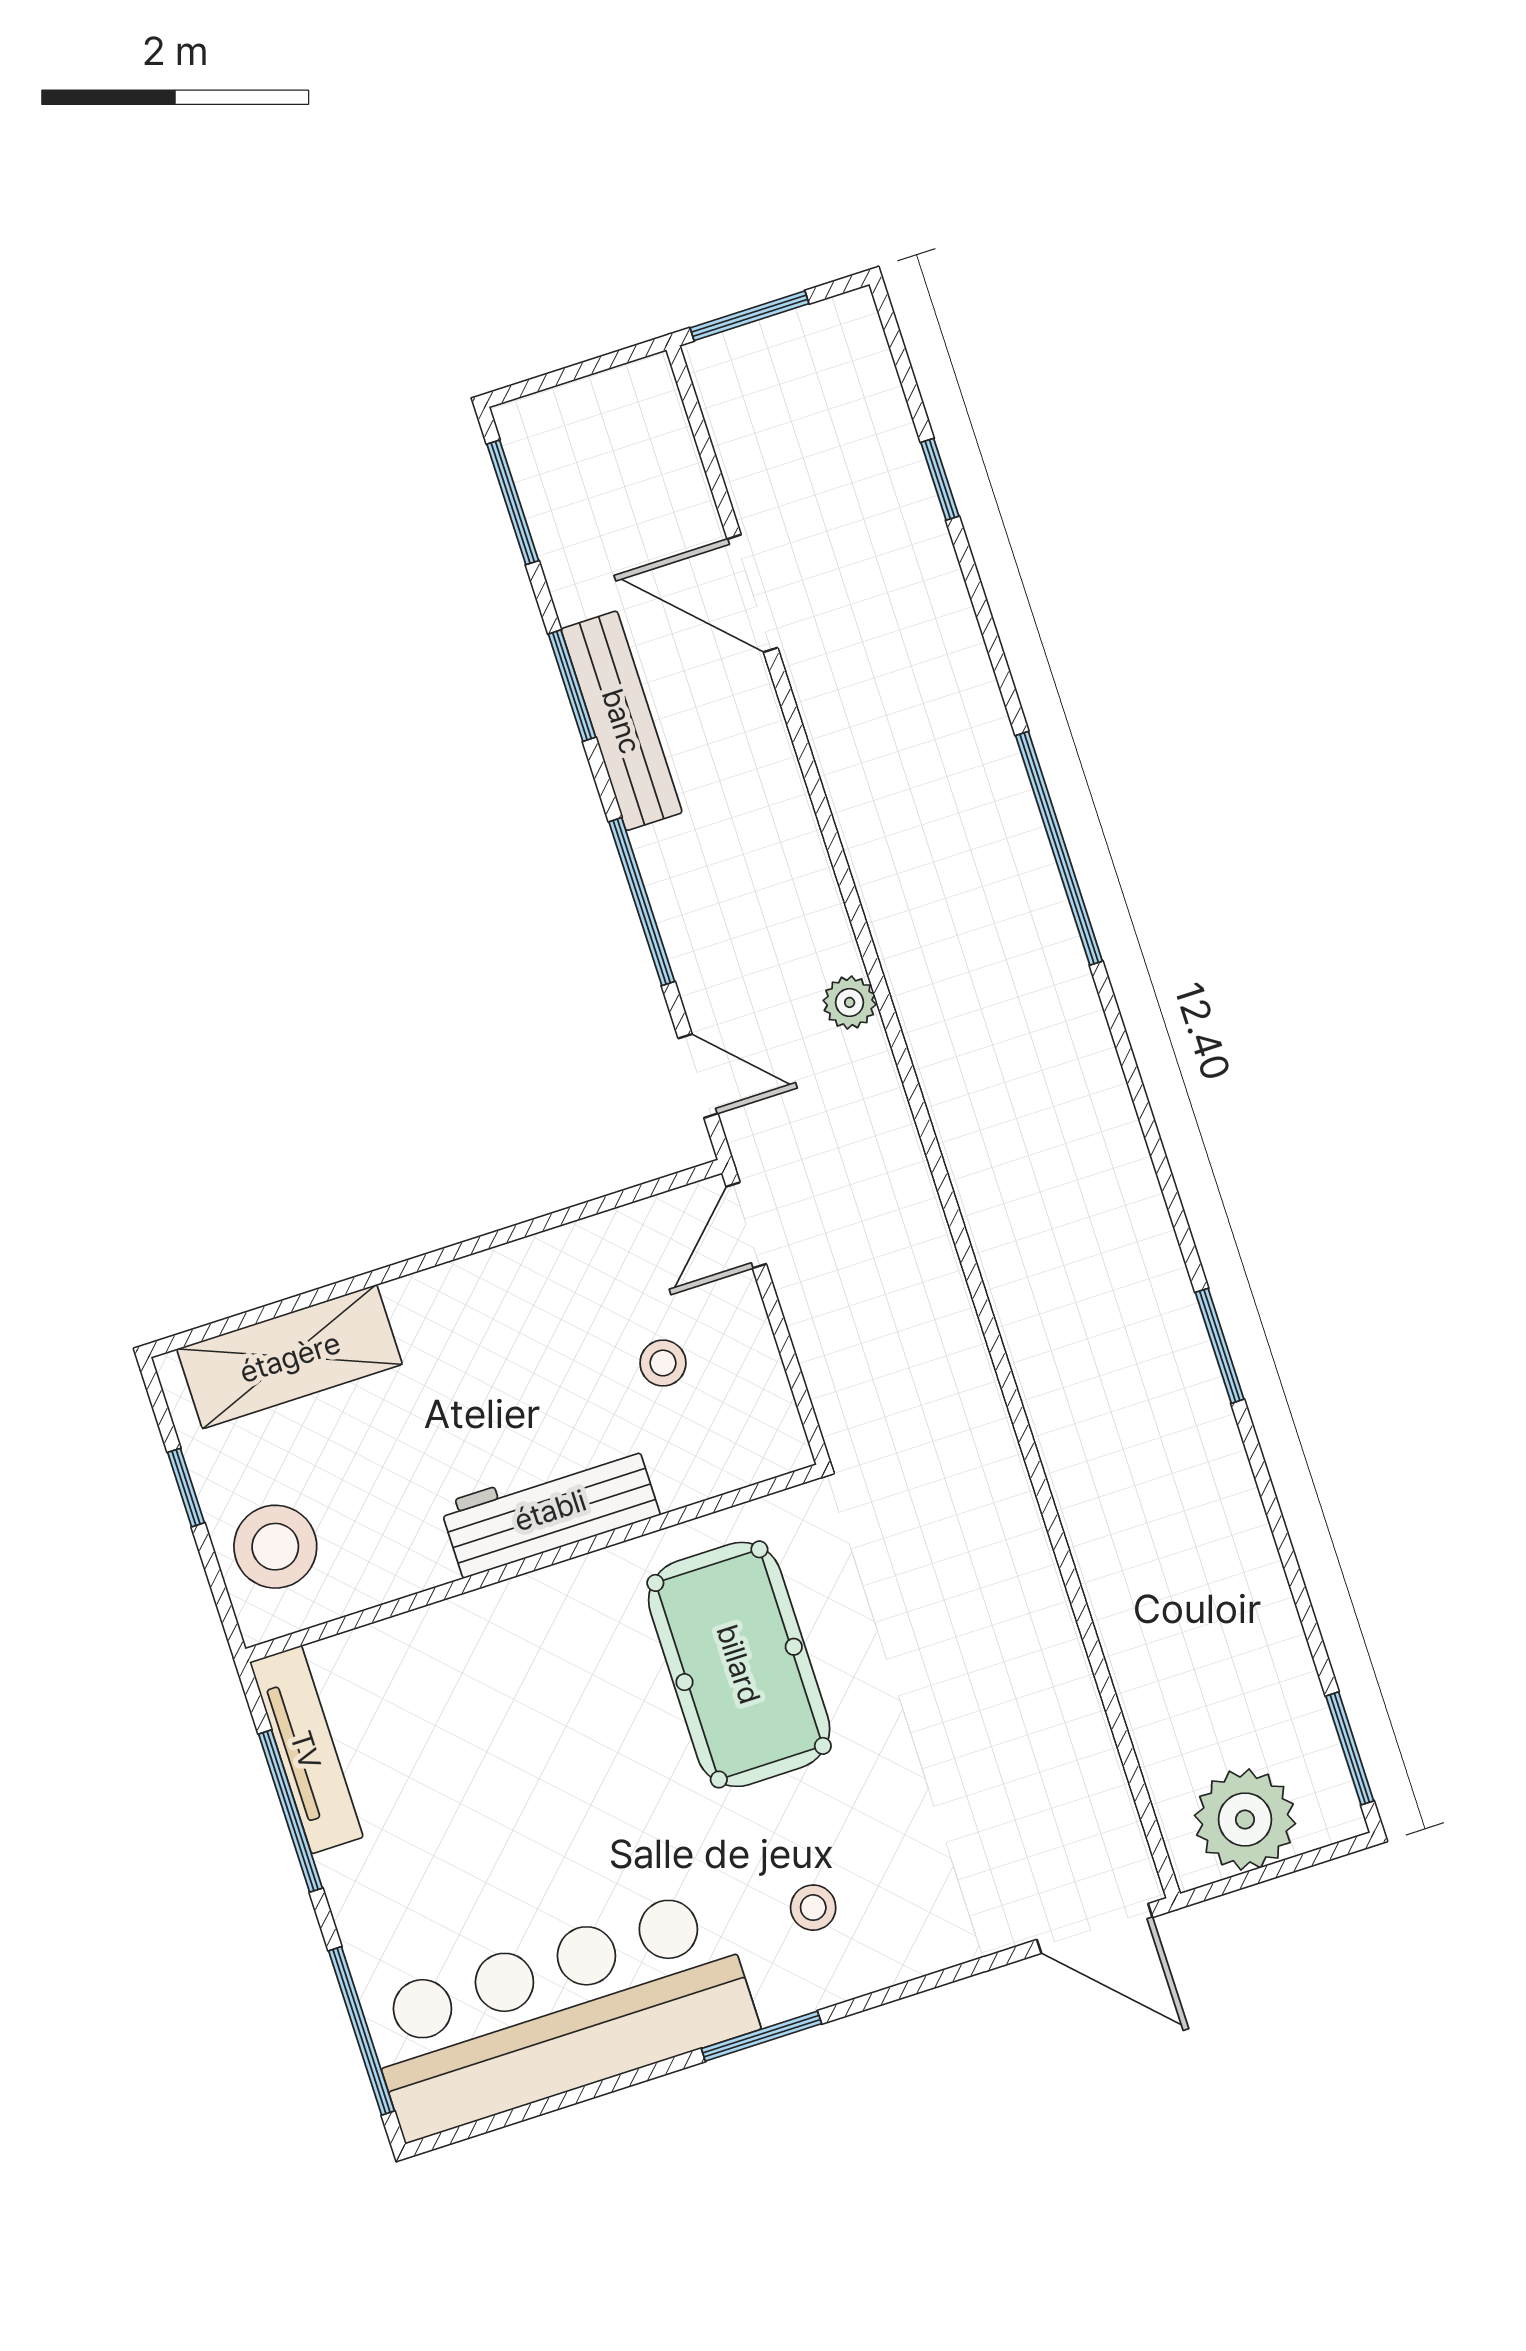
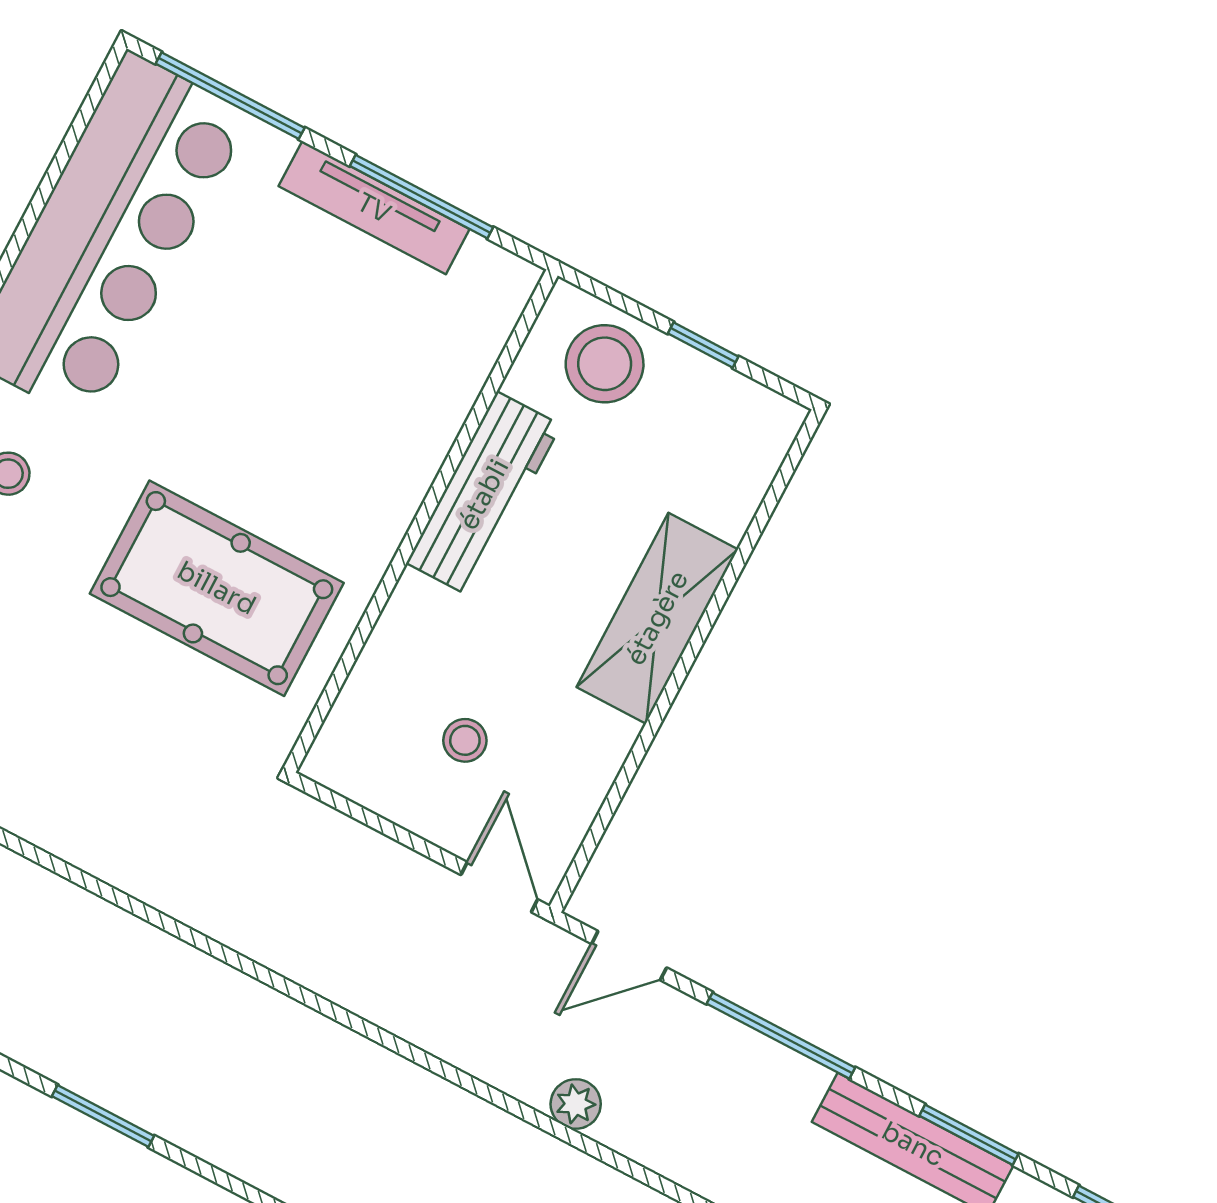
shelving: (290, 1357) -> (657, 618), moved
workbench: (550, 1510) -> (484, 494), moved
tv unit: (306, 1750) -> (374, 208), moved

